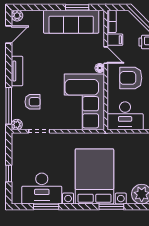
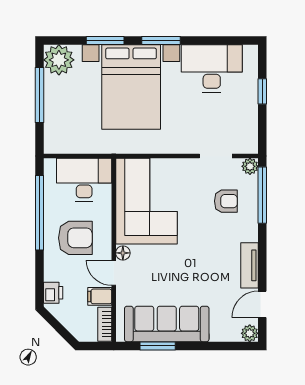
tv unit: (17, 71) -> (250, 265), moved
armchair: (33, 102) -> (226, 201), turned 180
window: (46, 207) -> (161, 40), moved

